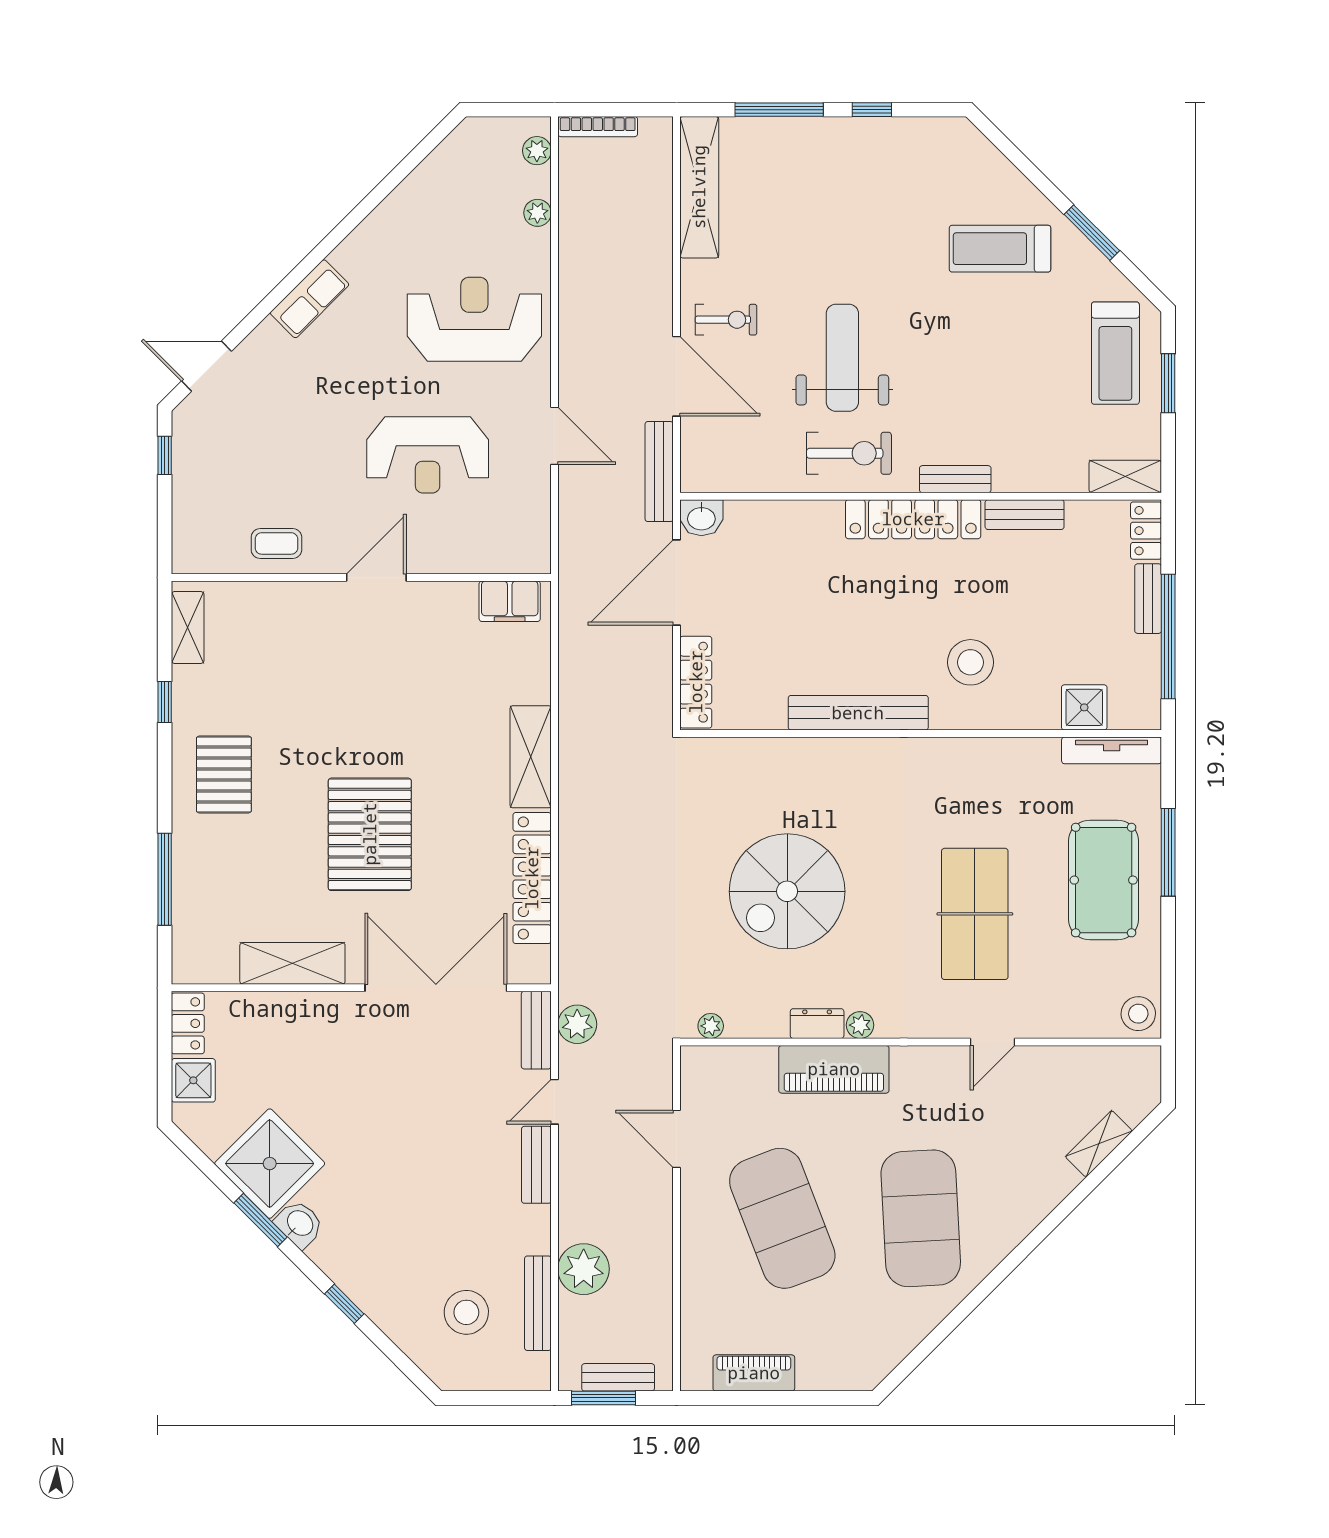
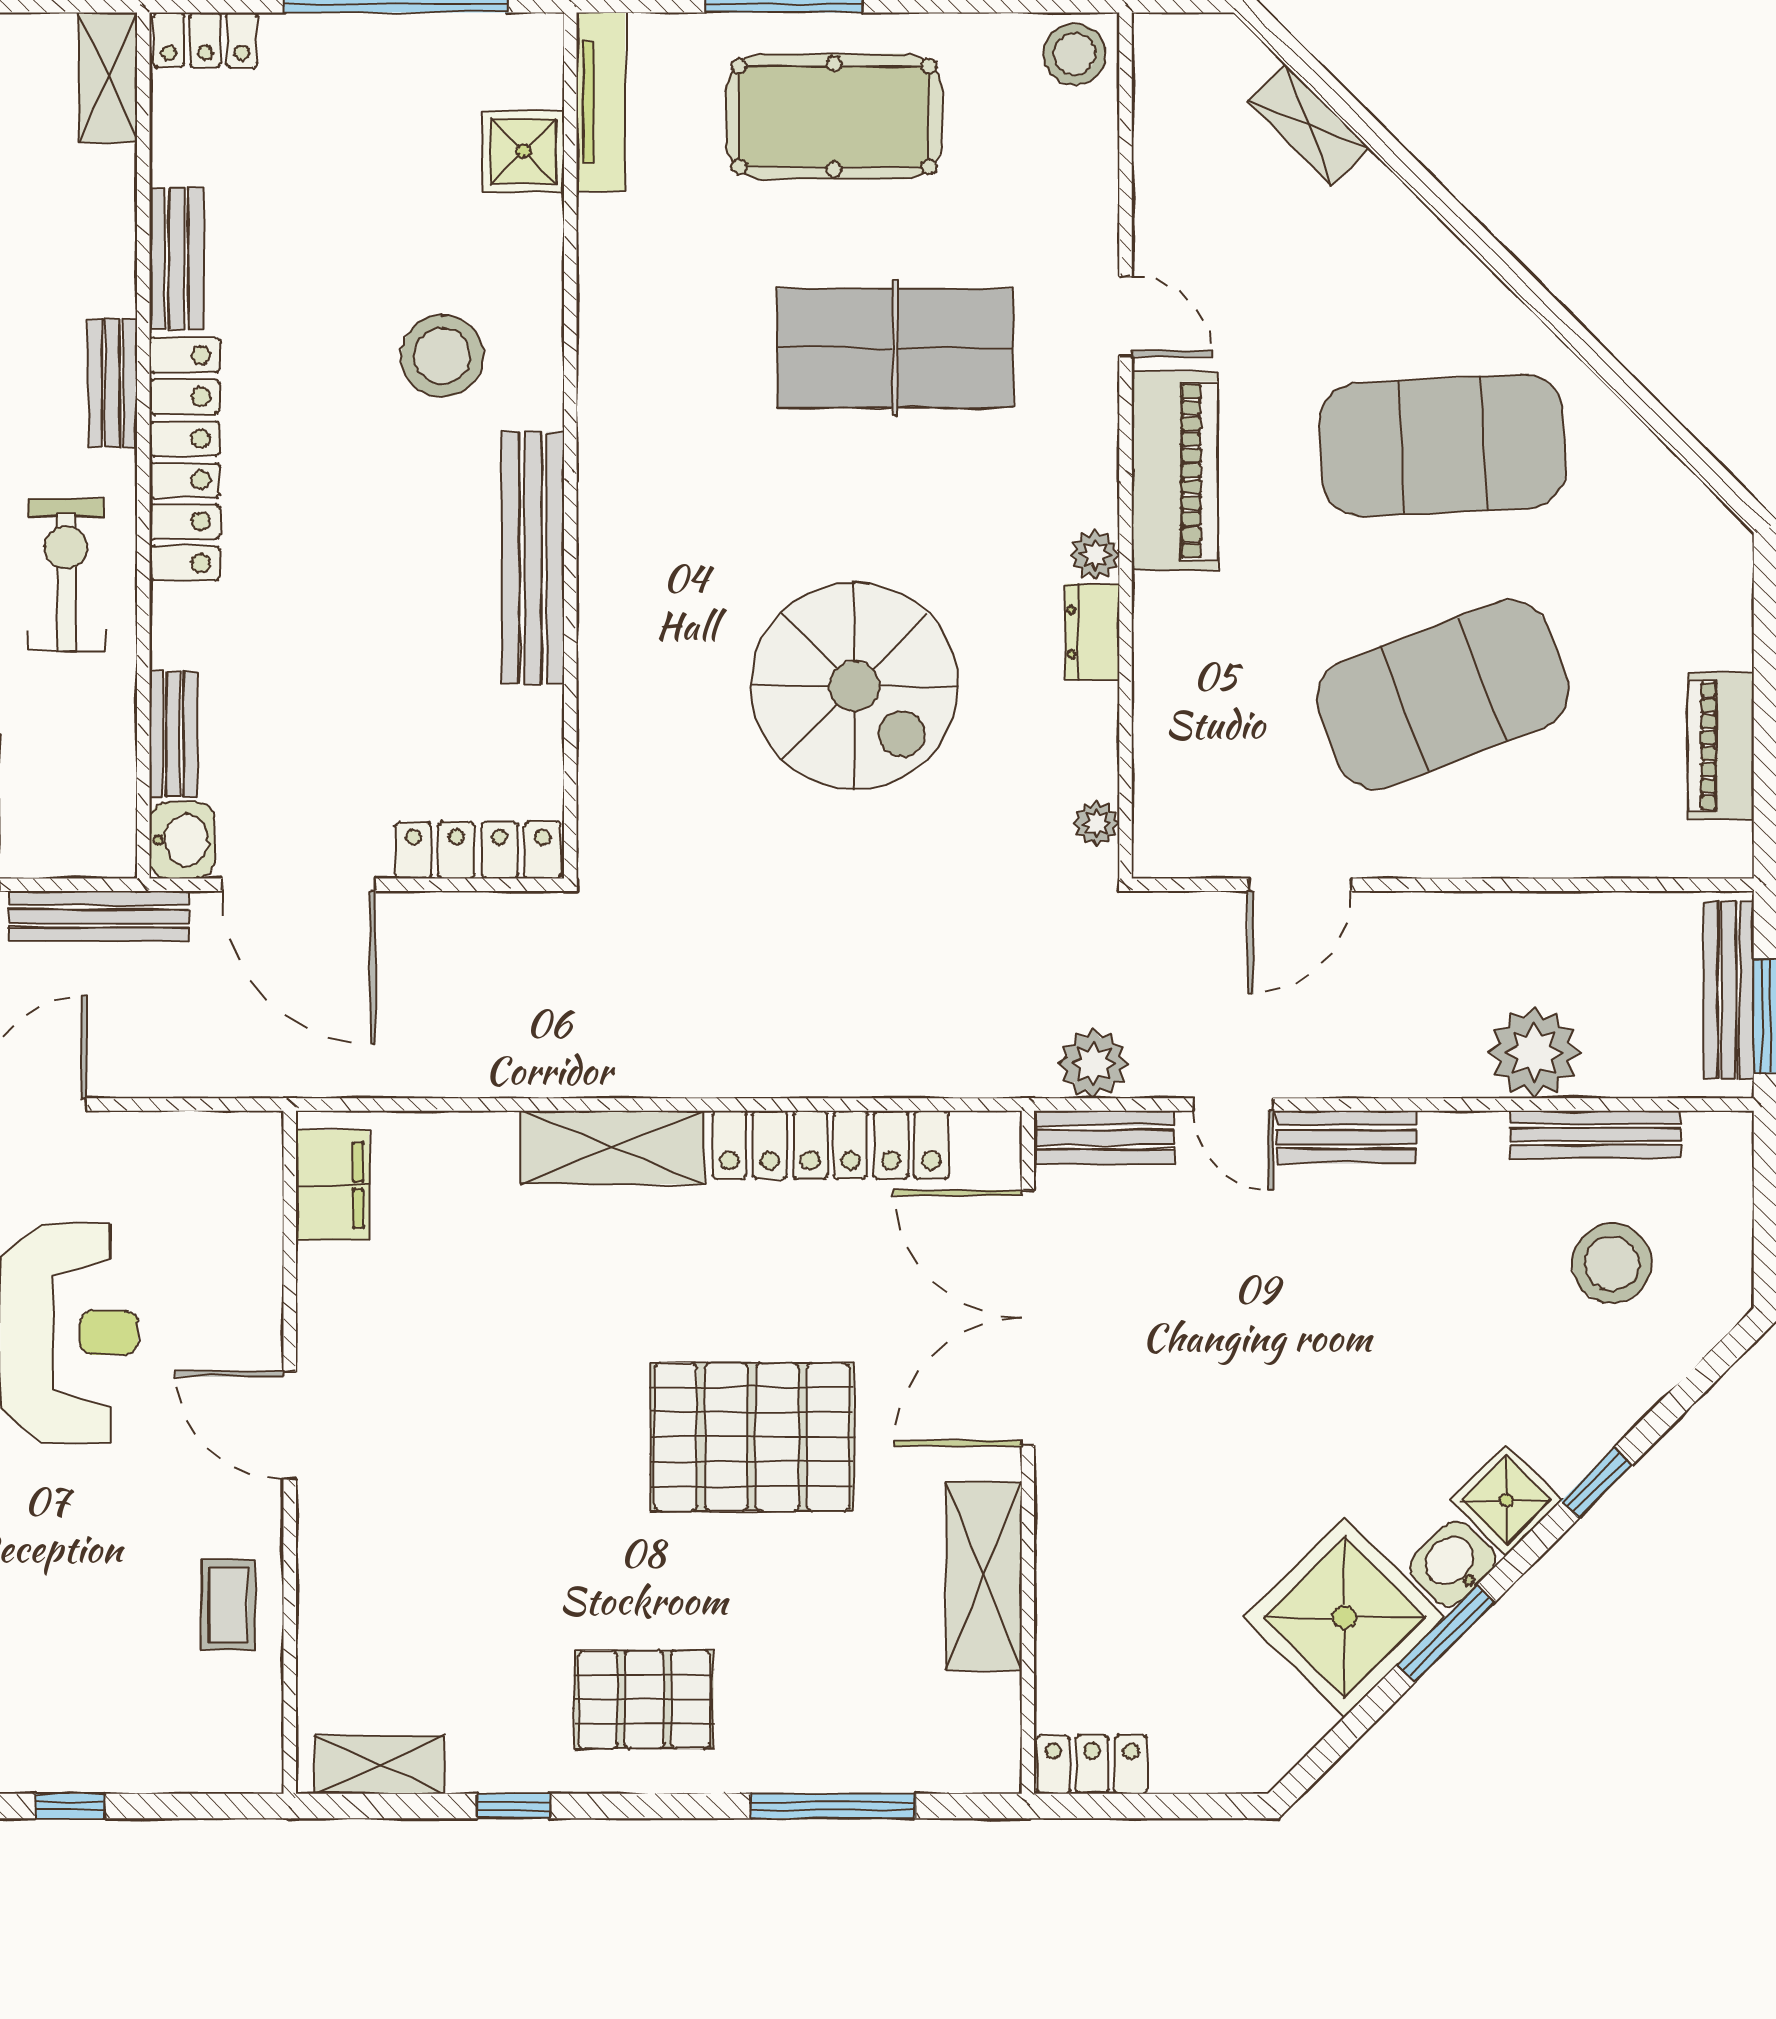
bench: (1148, 599) -> (173, 734), moved, turned 90
piano: (834, 1069) -> (1175, 471), moved
shower: (193, 1080) -> (1506, 1500), moved, turned 45
bench: (618, 1377) -> (1729, 990), width x1.36

